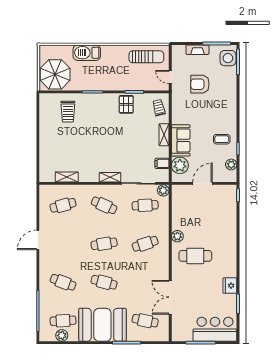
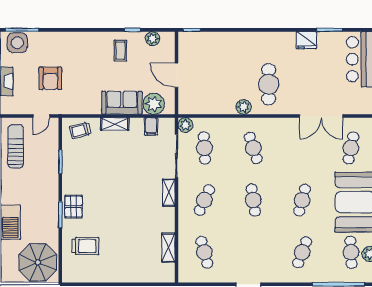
pallet: (126, 104) -> (74, 207), moved, turned 90

